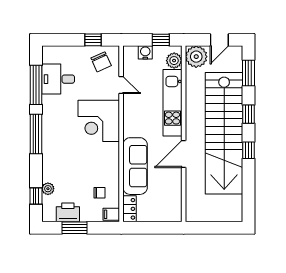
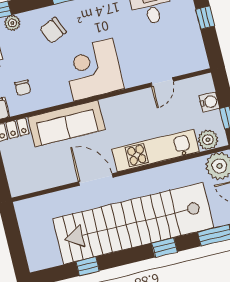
window: (93, 40) -> (205, 18), moved
chair: (101, 62) -> (53, 30), moved
corner desk: (99, 121) -> (93, 70), moved
window: (248, 150) -> (88, 266), moved

